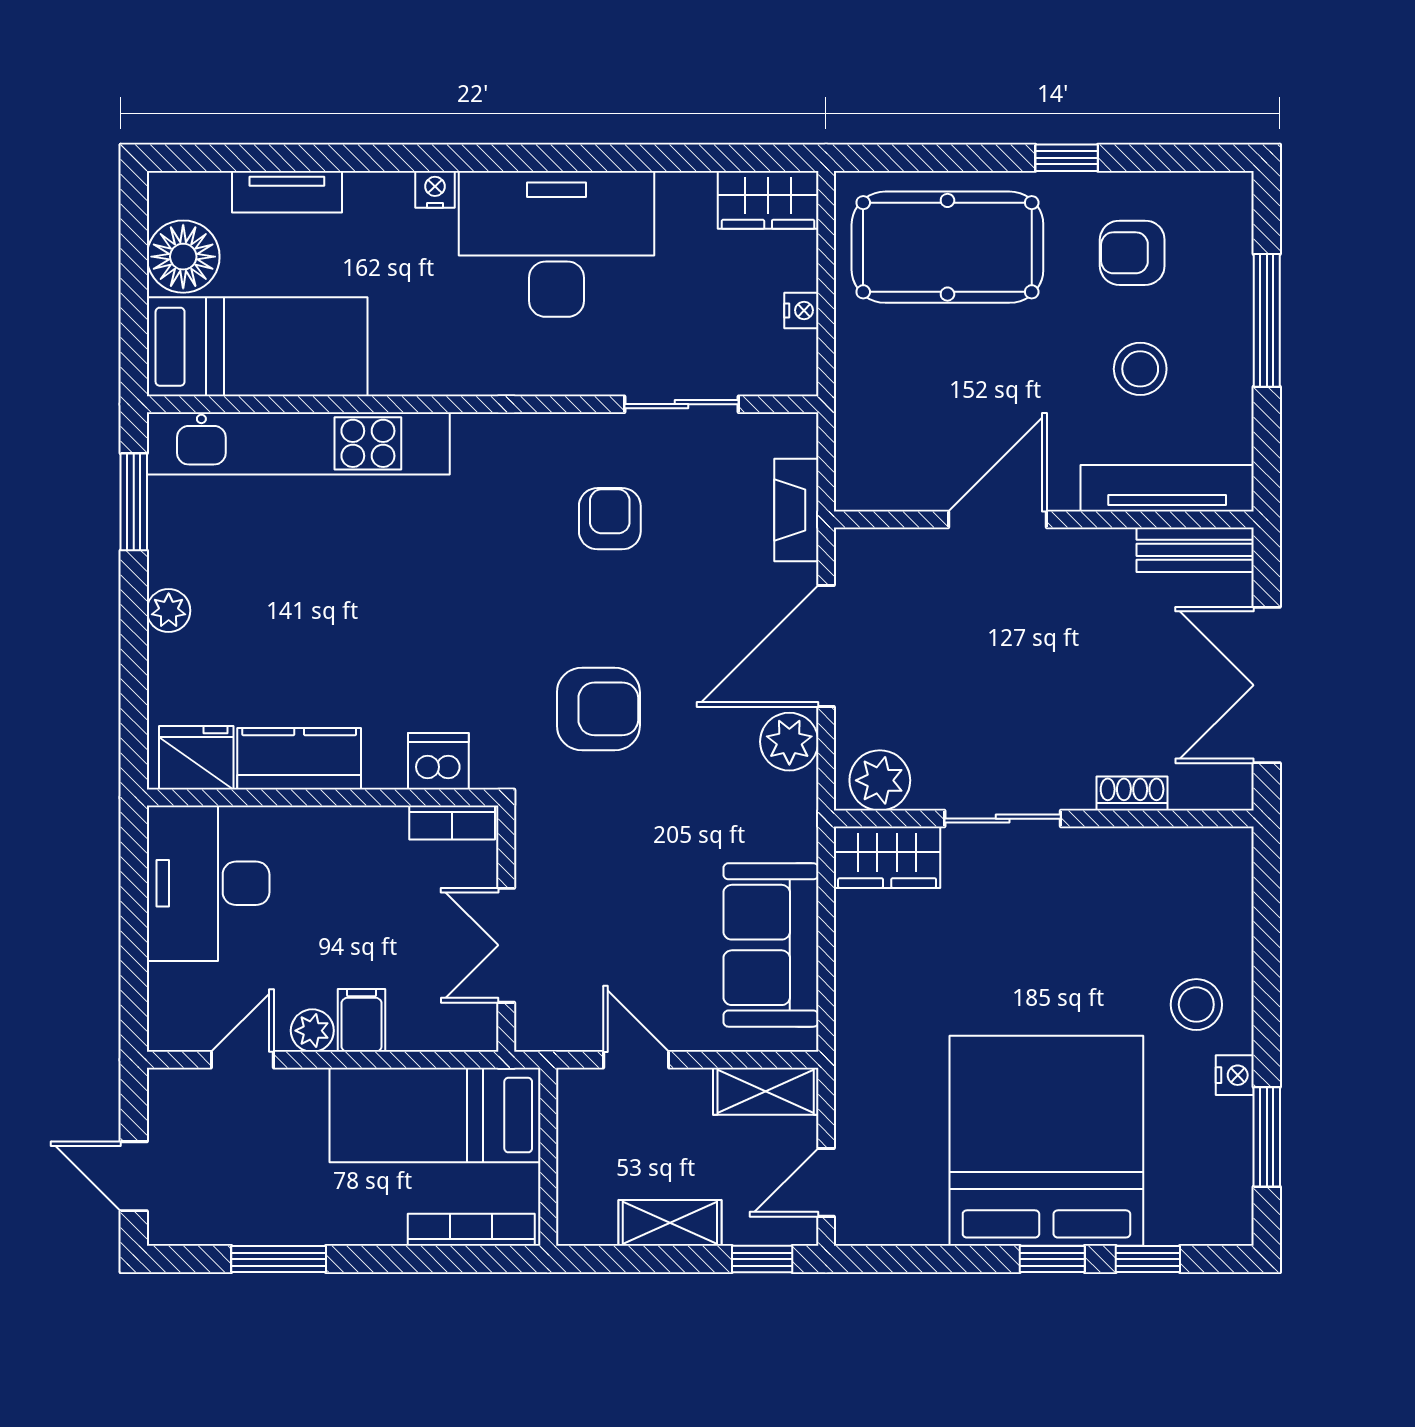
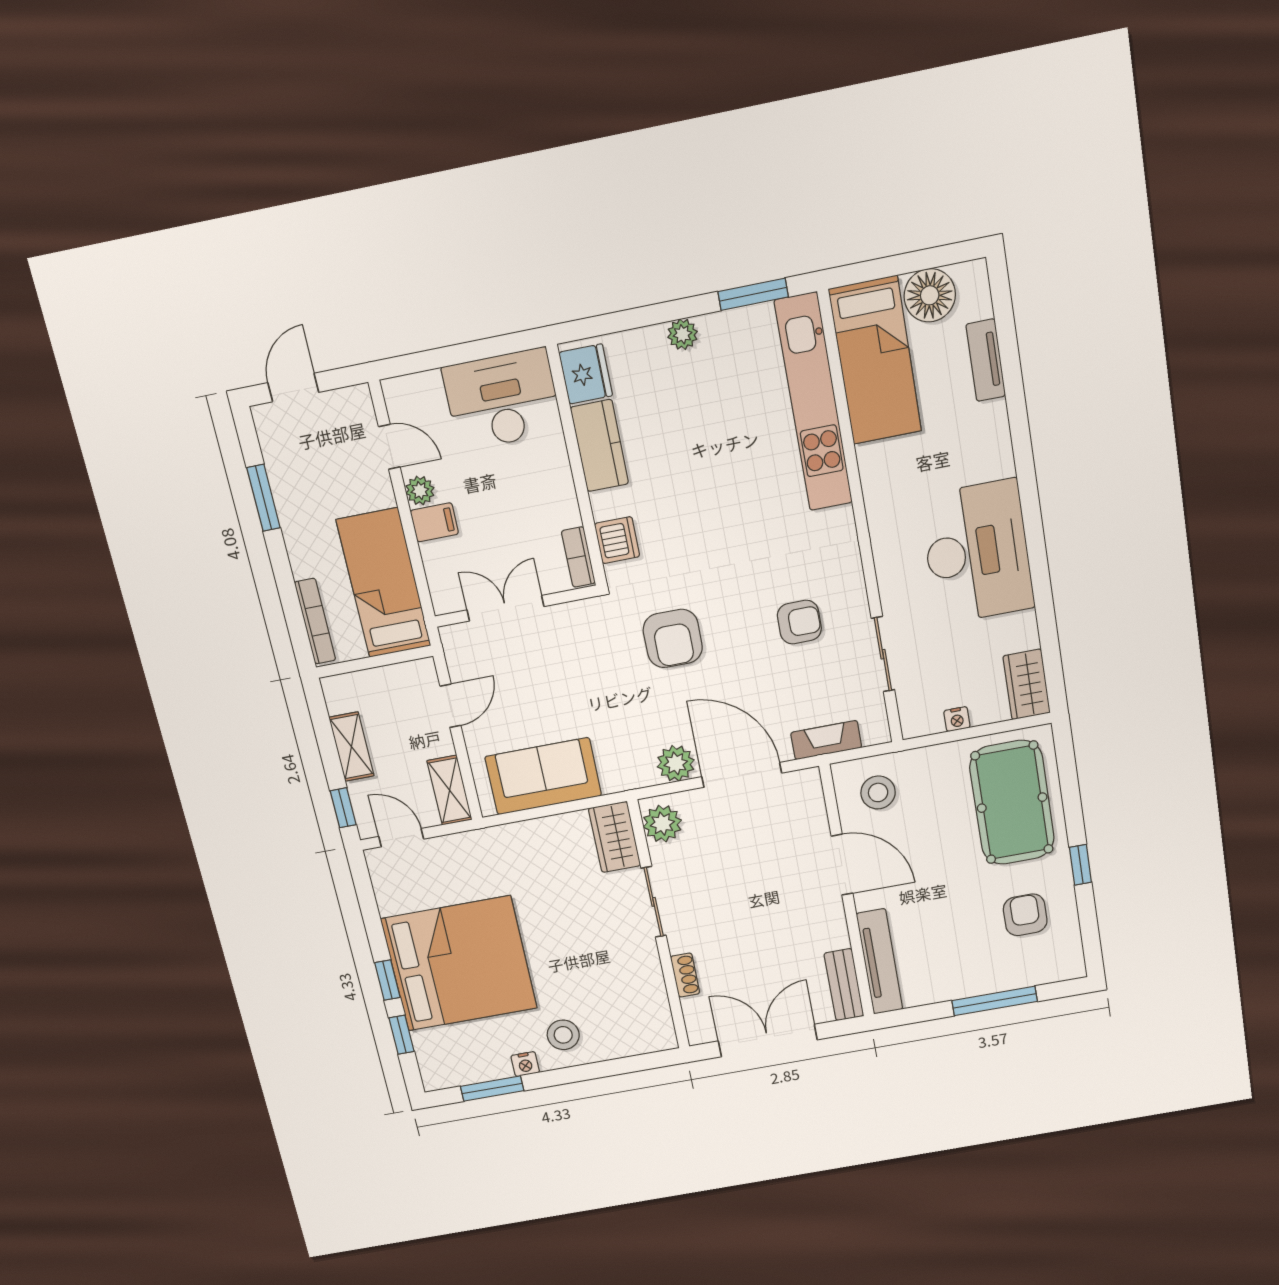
nightstand: (435, 189) -> (1002, 463), removed
stool: (1140, 369) -> (878, 792), moved

